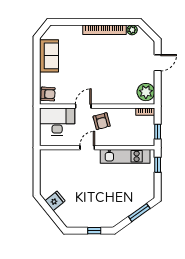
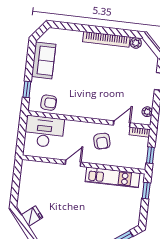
window: (37, 84) -> (27, 89), added
plant: (146, 92) -> (147, 112), width x0.53, depth x0.53
armchair: (48, 94) -> (49, 103), moved
door: (83, 106) -> (122, 124), moved
armchair: (102, 121) -> (102, 141), moved

